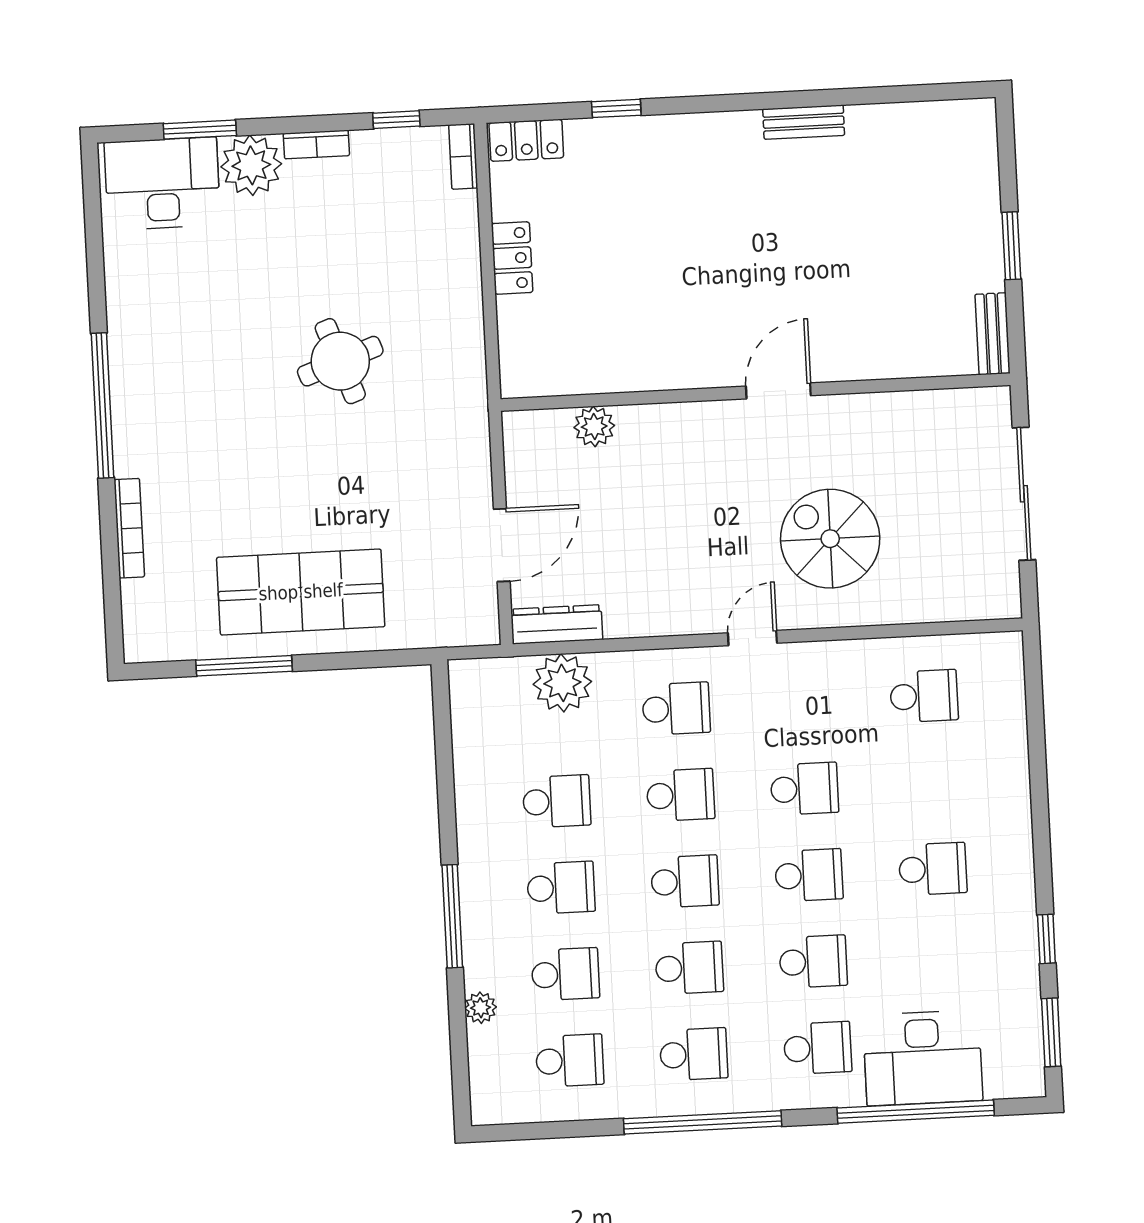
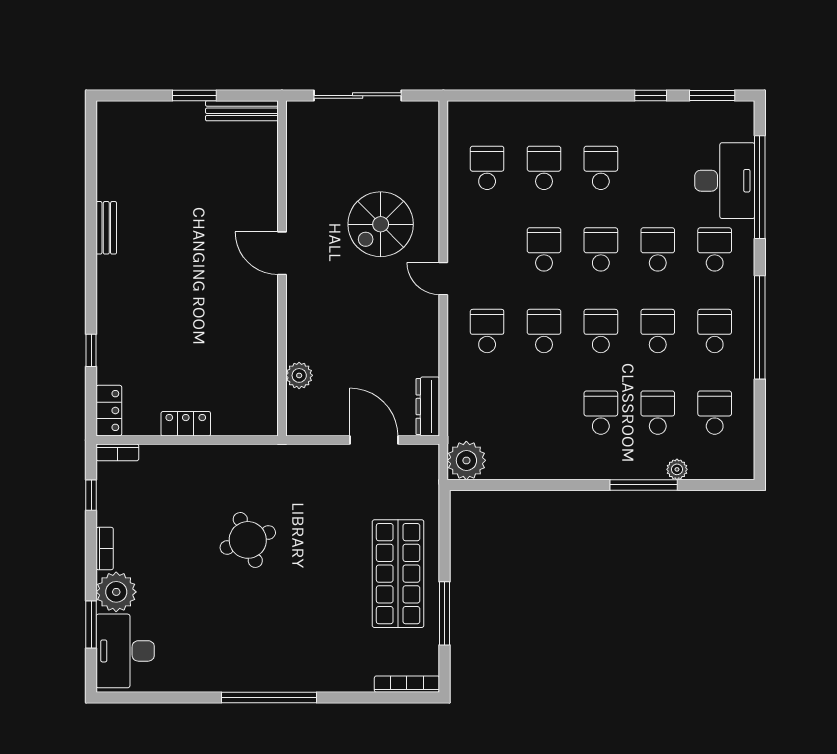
bench: (993, 334) -> (242, 111), width x1.36
bookcase: (129, 528) -> (407, 684), moved
plant: (562, 683) -> (466, 460), moved
school desk: (557, 801) -> (544, 168), moved
window: (452, 916) -> (644, 485), moved

